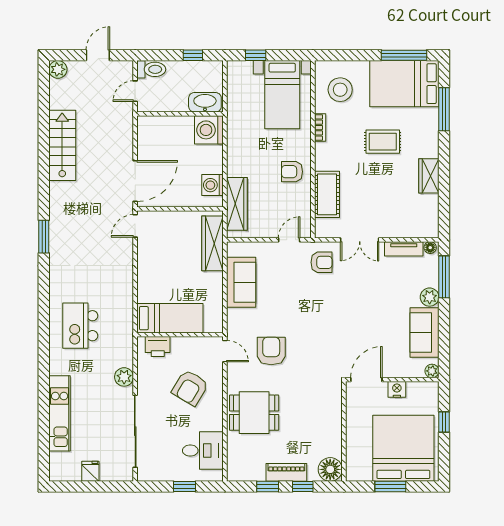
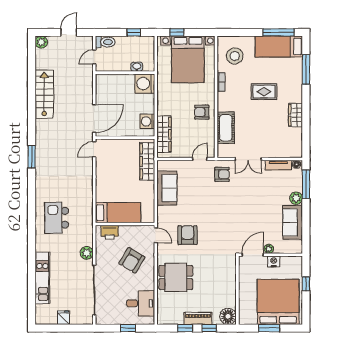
bed: (404, 84) -> (279, 47), width x0.67
bed with nightstands: (282, 95) -> (188, 59), width x1.36
washbasin: (205, 102) -> (137, 67), width x0.52, depth x0.69
plant: (432, 371) -> (269, 249), moved

